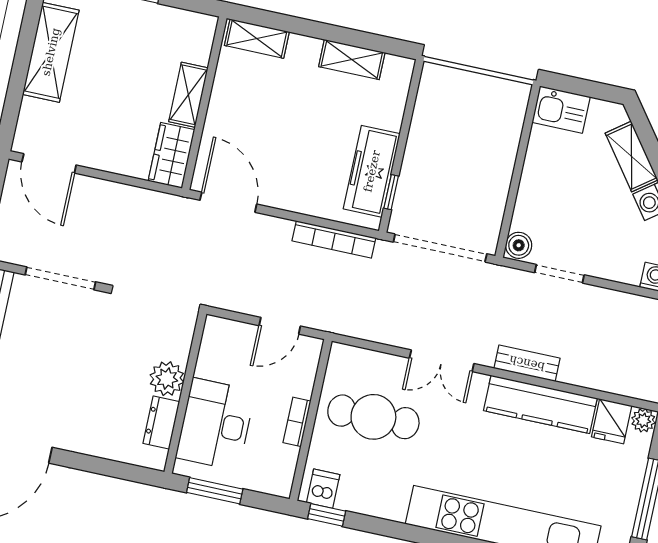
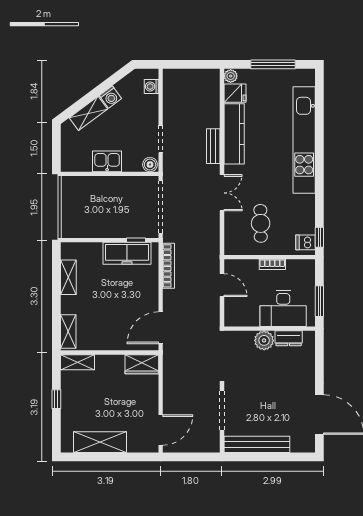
shelving: (188, 95) -> (78, 362), moved
kitchen sink: (561, 110) -> (107, 161), moved, turned -90
cafe table: (373, 417) -> (261, 223), width x0.73, depth x0.74

